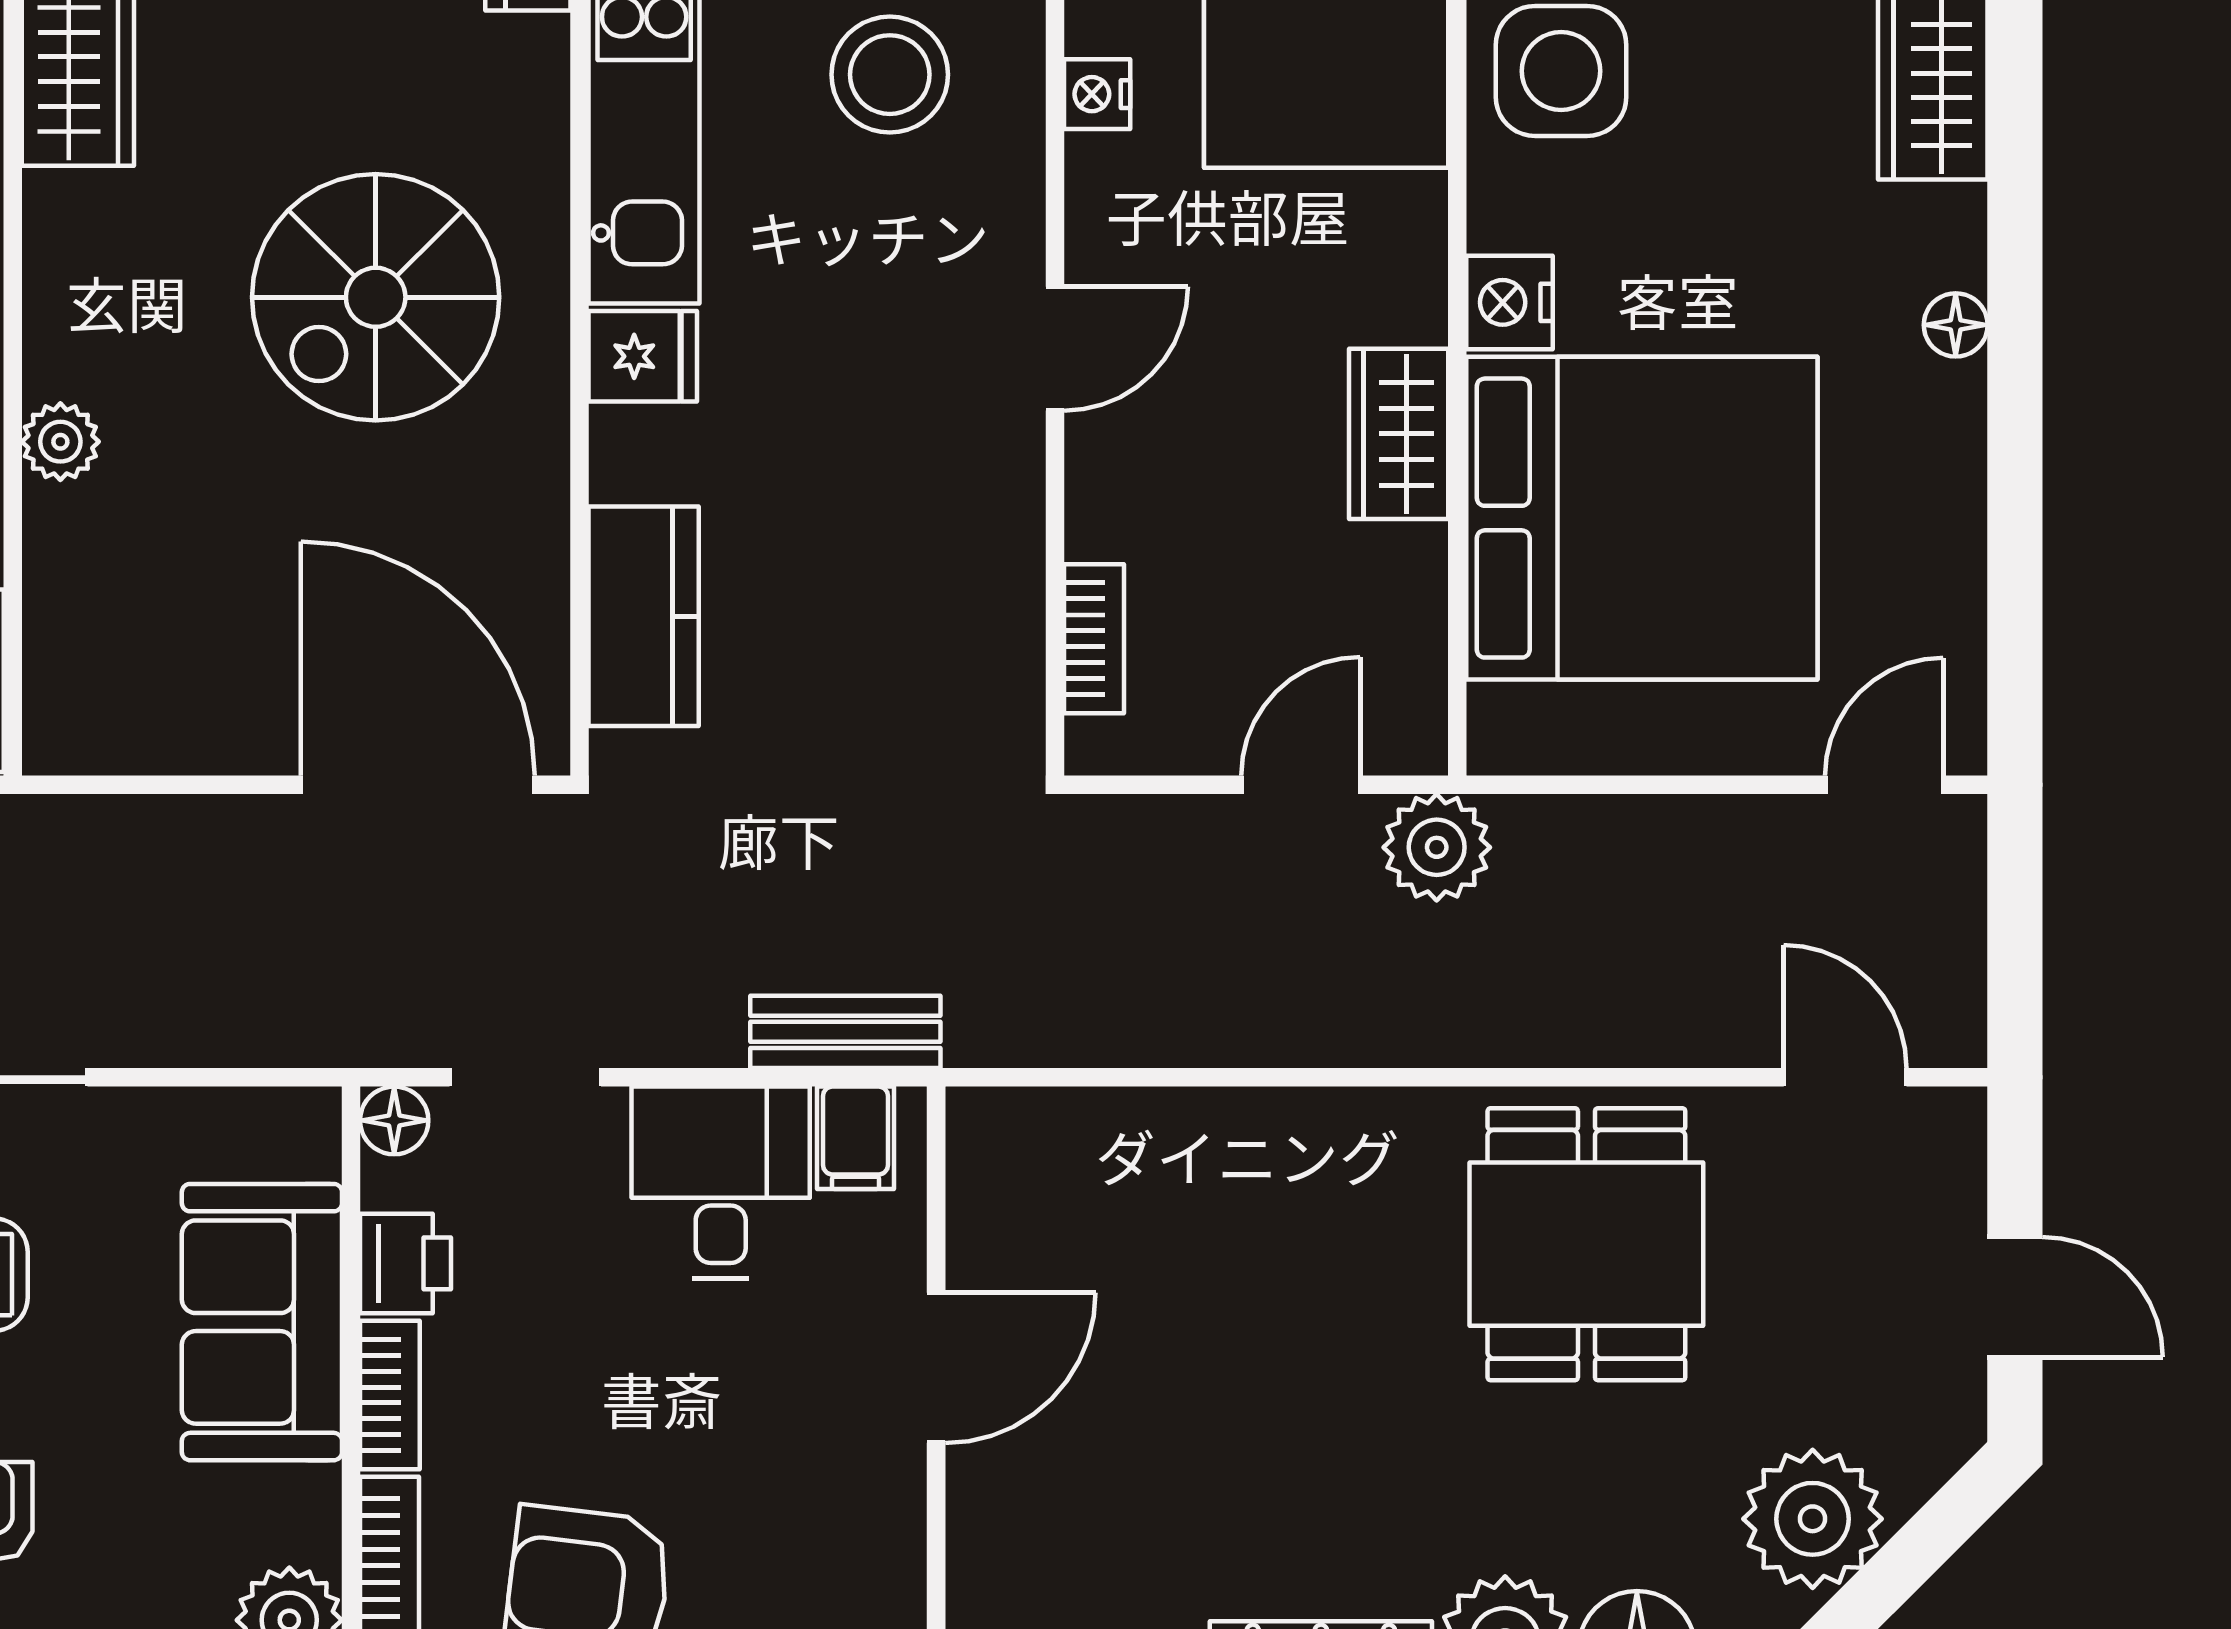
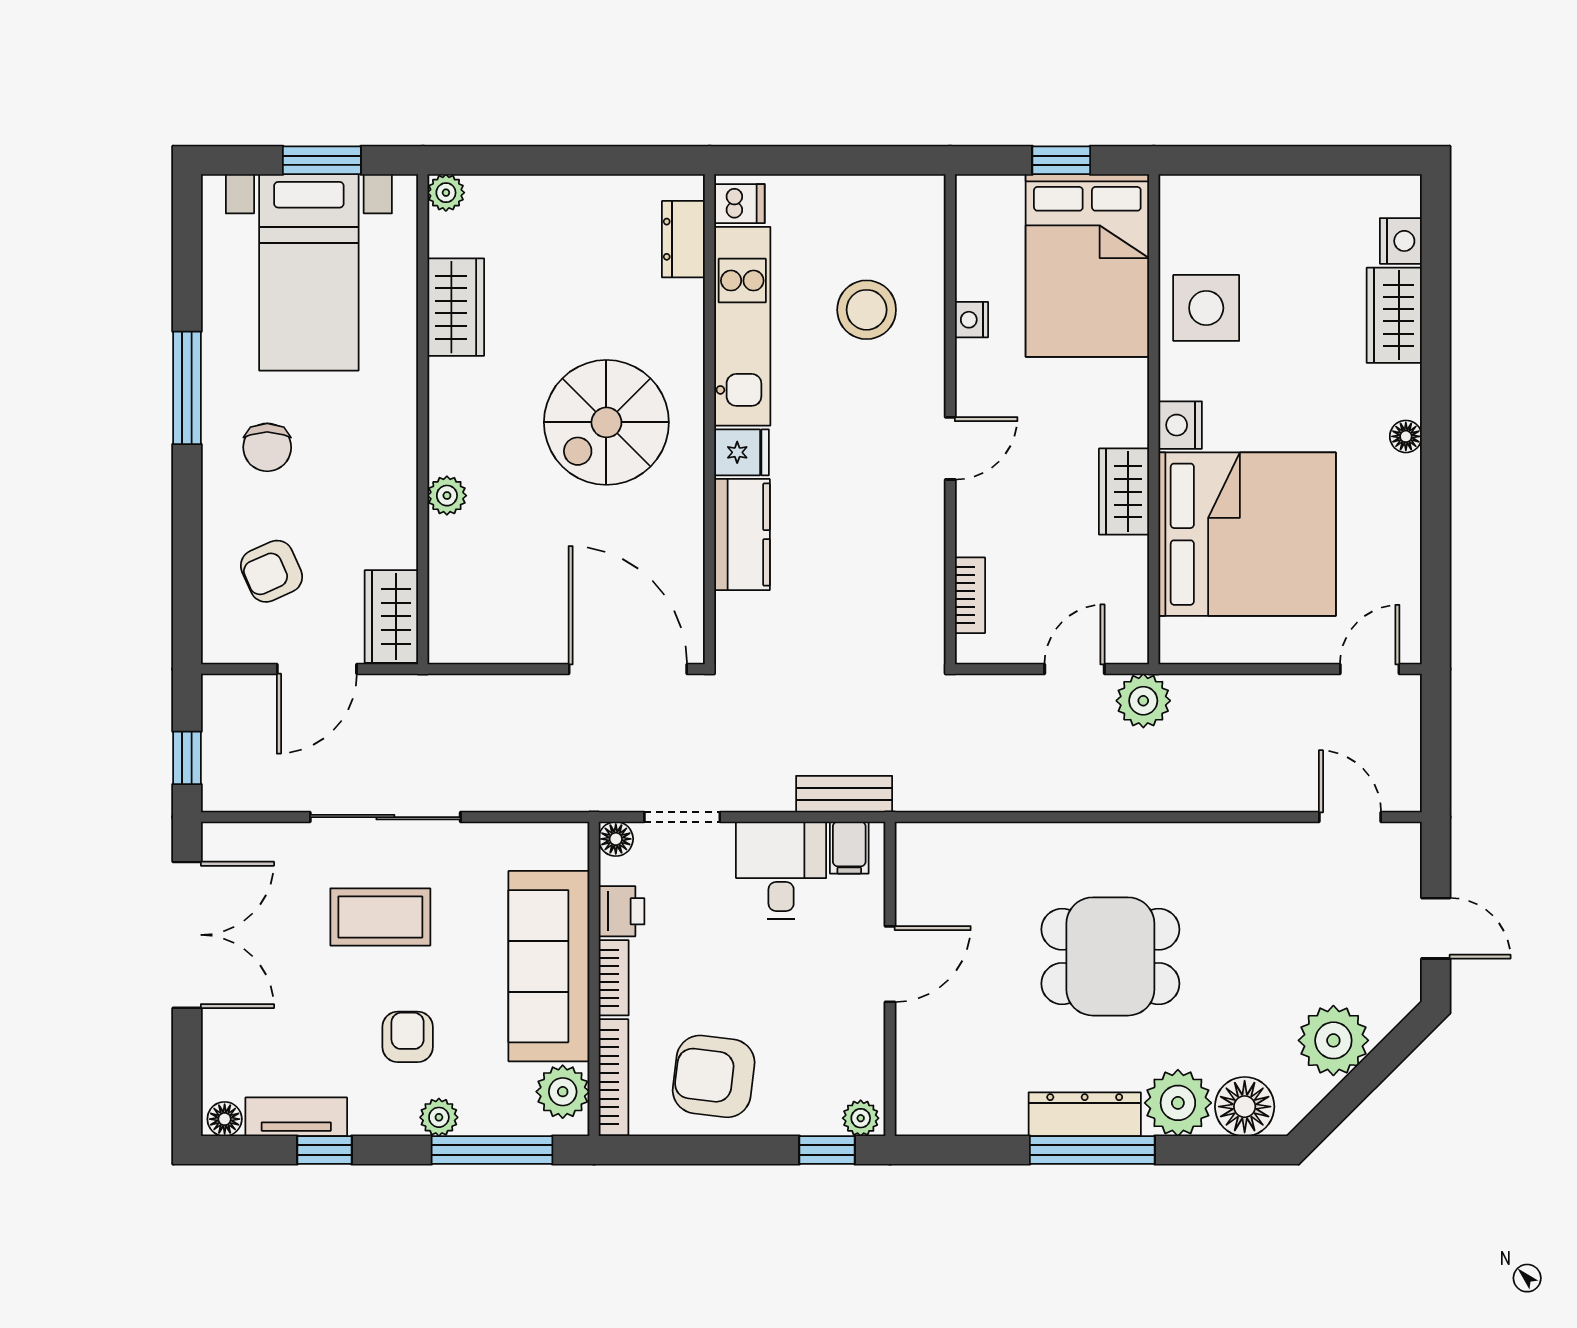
kitchen counter: (644, 616) -> (742, 535), moved
dining table: (1586, 1244) -> (1110, 956), moved, turned 90
sofa: (262, 1322) -> (549, 966), width x1.36

